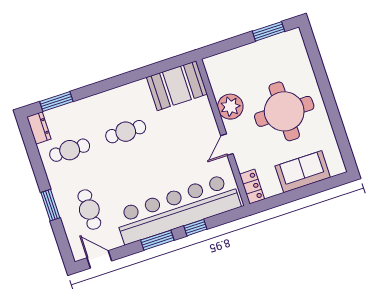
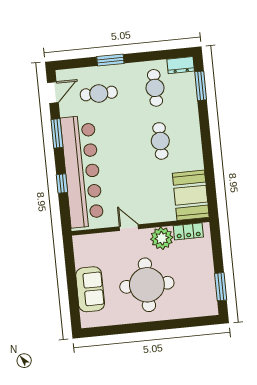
locker: (252, 187) -> (188, 231), moved
window: (157, 240) -> (57, 133), moved

